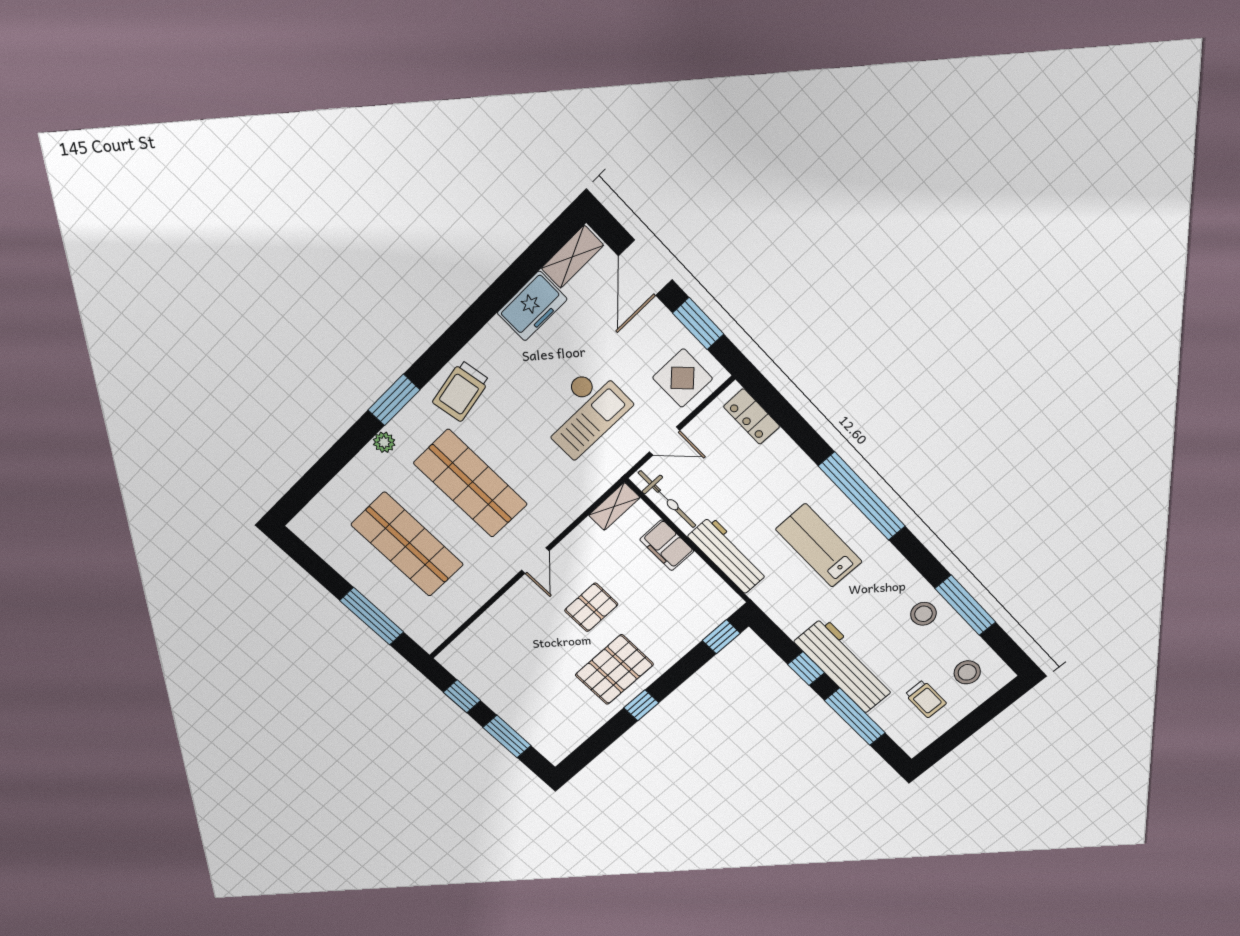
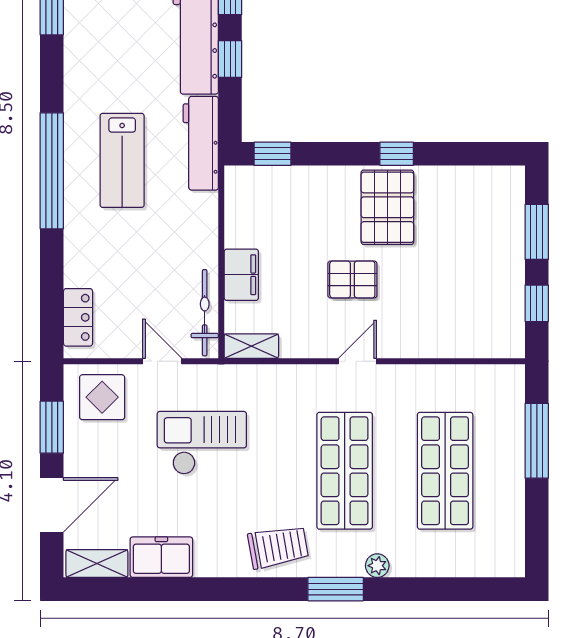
workbench: (728, 555) -> (201, 143), moved
stool: (923, 614) -> (92, 20), removed
pallet: (614, 670) -> (387, 207), turned 90

